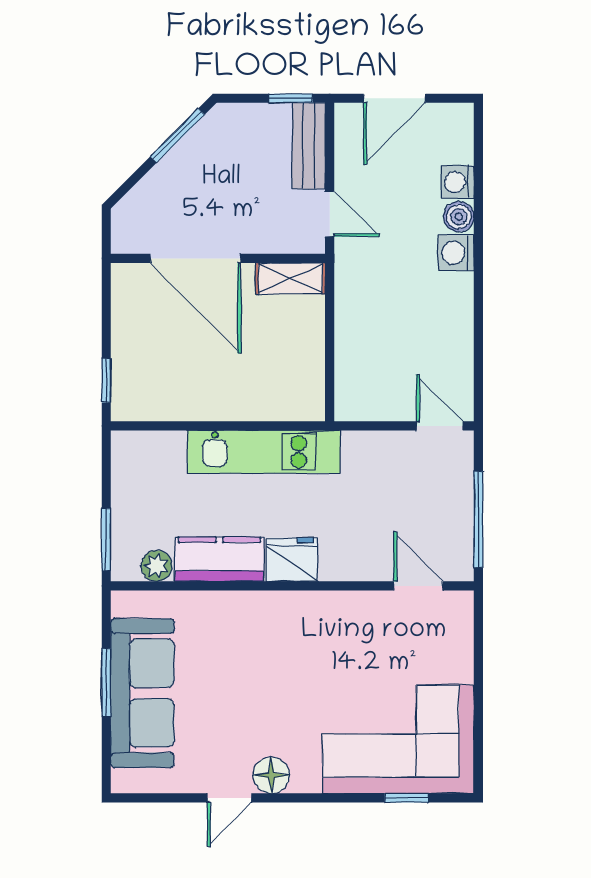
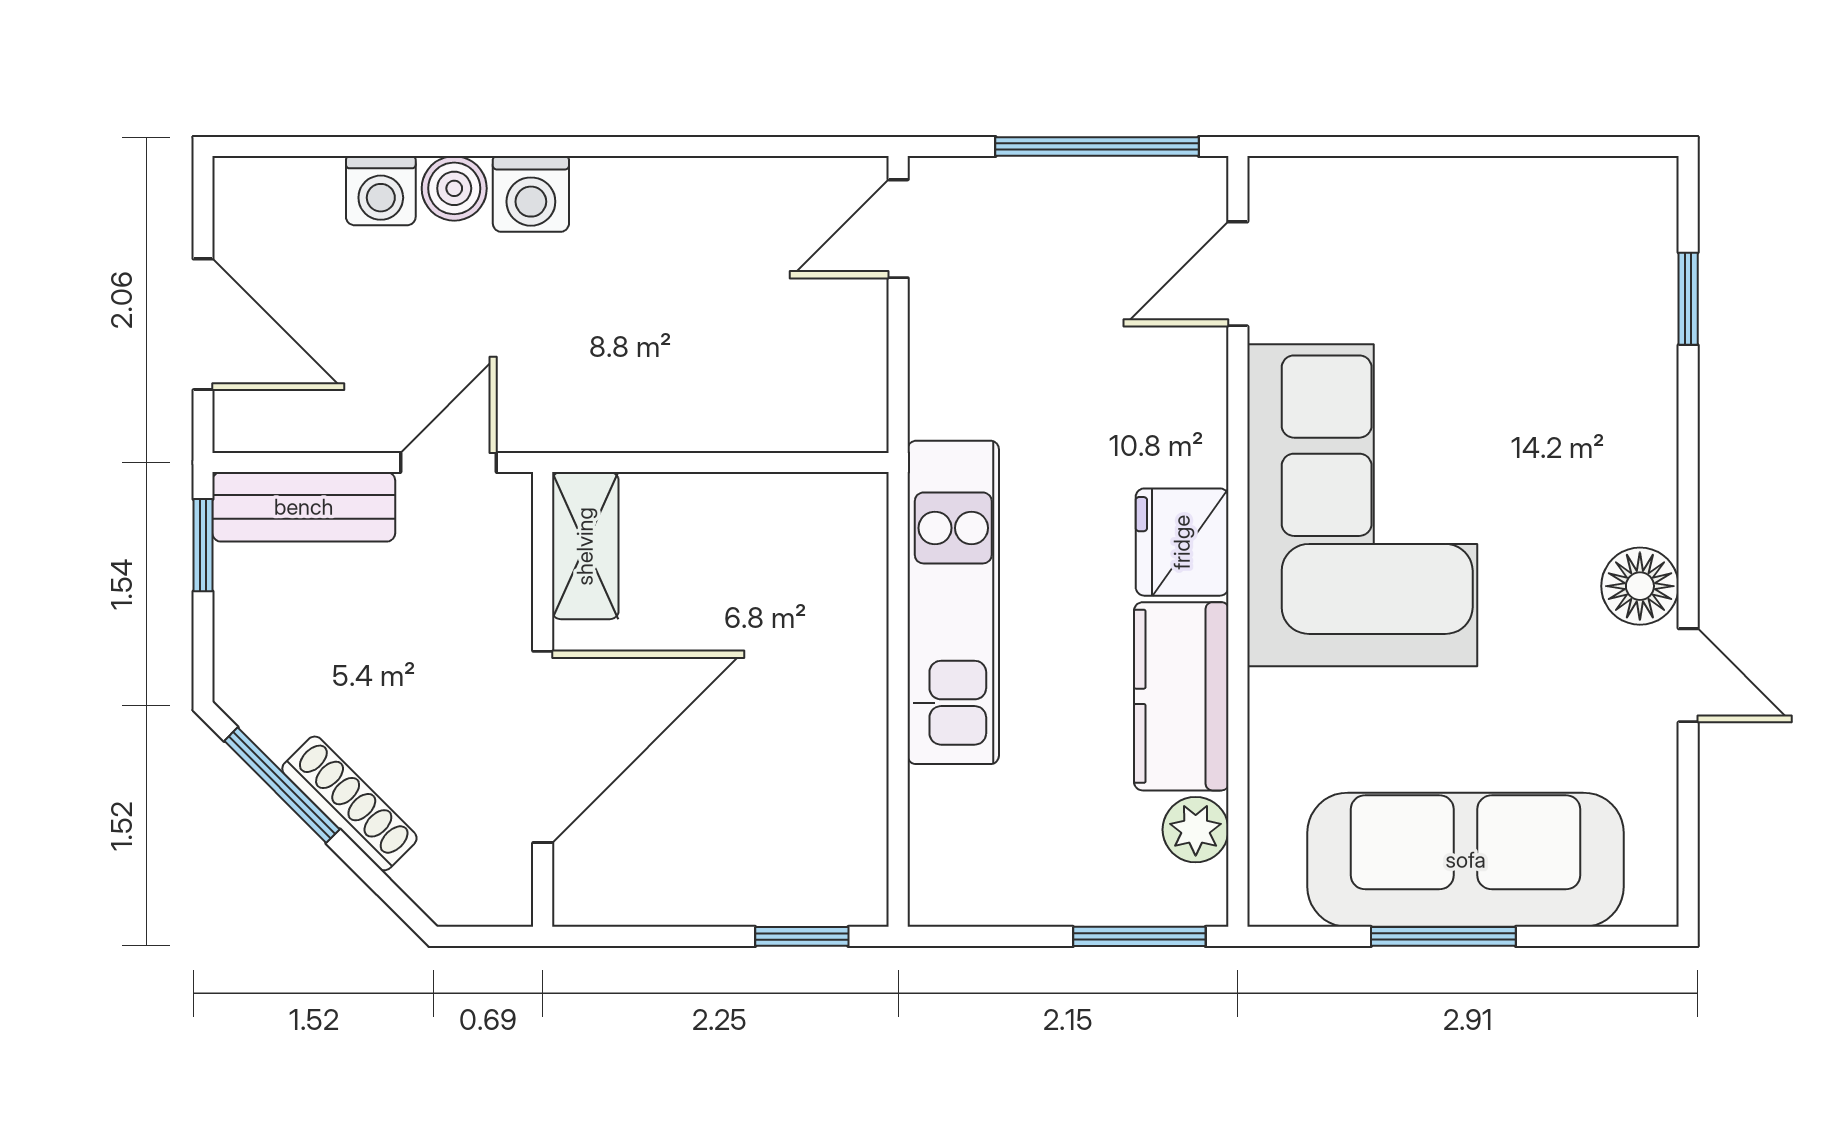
shoe rack: (169, 167) -> (349, 803), added
corner sofa: (398, 739) -> (1362, 505), moved, turned 180

